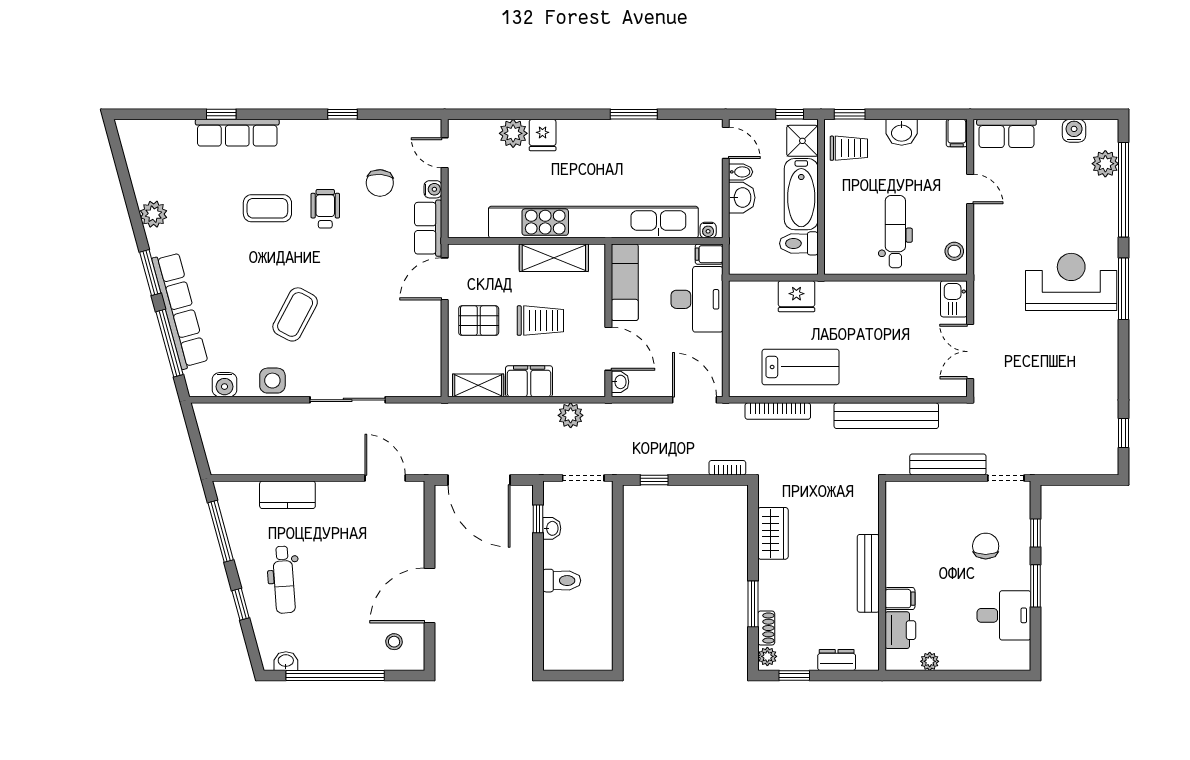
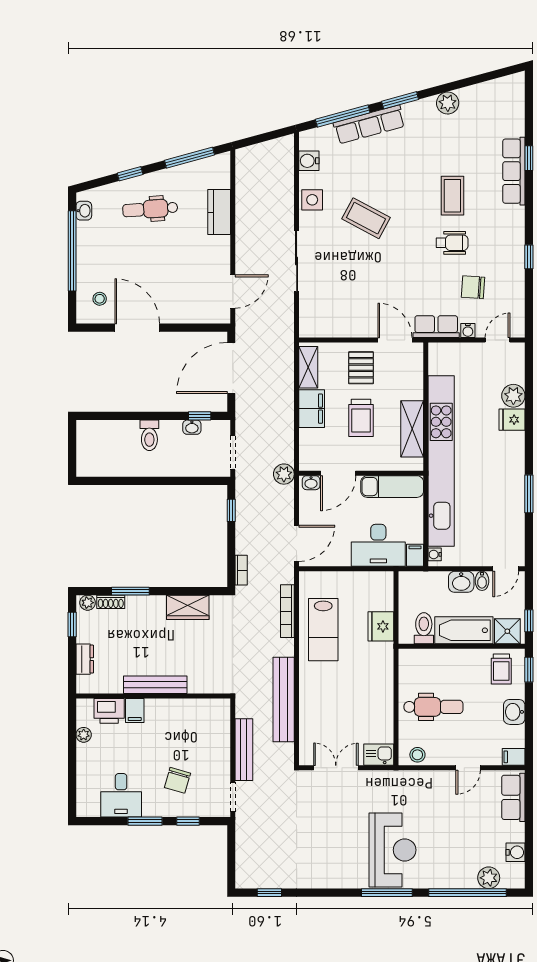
row of seats: (180, 310) -> (369, 124), width x0.73
plant: (571, 415) -> (284, 474), moved
chair: (986, 546) -> (177, 780), turned 106

